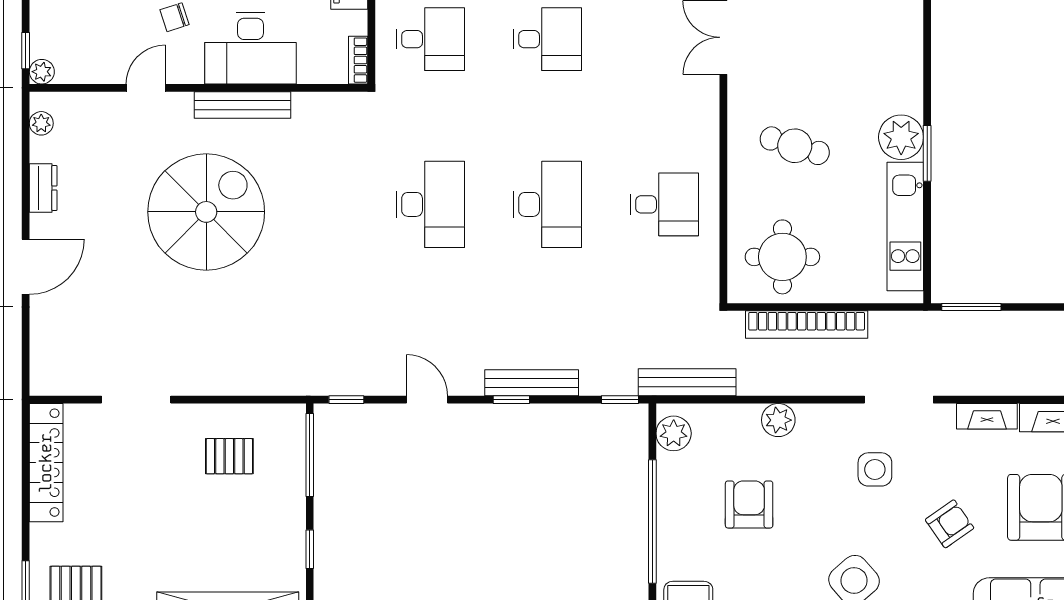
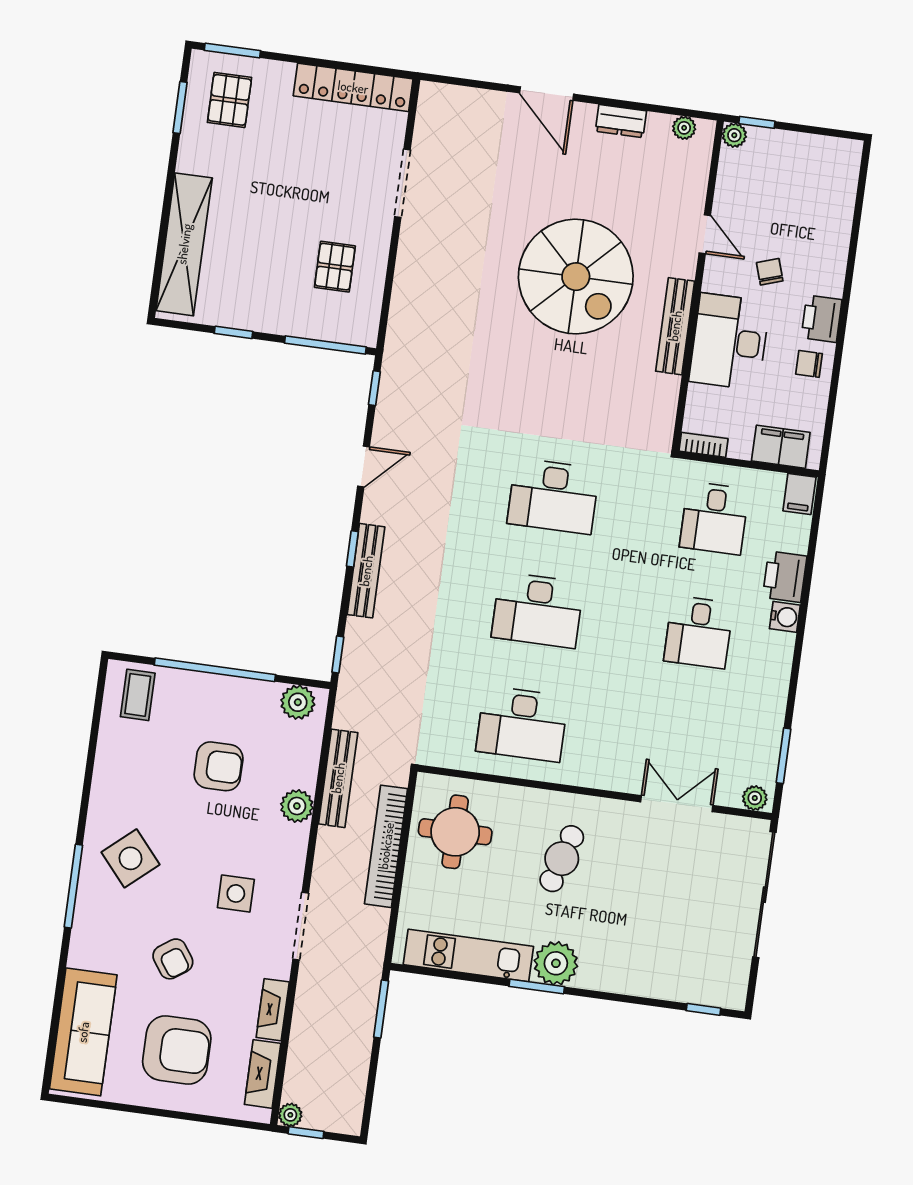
desk: (664, 204) -> (522, 724), width x1.37
bench: (687, 382) -> (338, 778), moved

